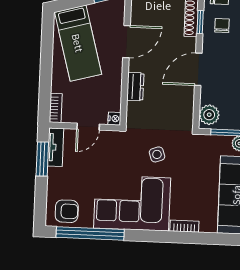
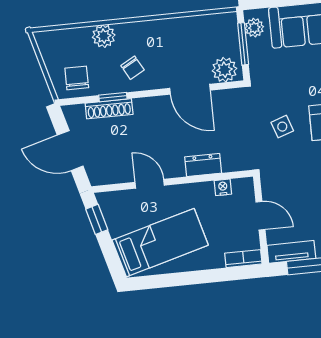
chair: (222, 26) -> (133, 68), moved, turned -119
door: (126, 42) -> (150, 184), width x0.73
door: (198, 69) -> (190, 89), moved
nightstand: (114, 119) -> (223, 187), moved

